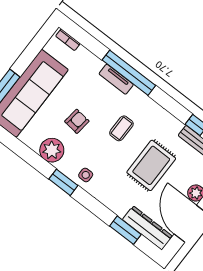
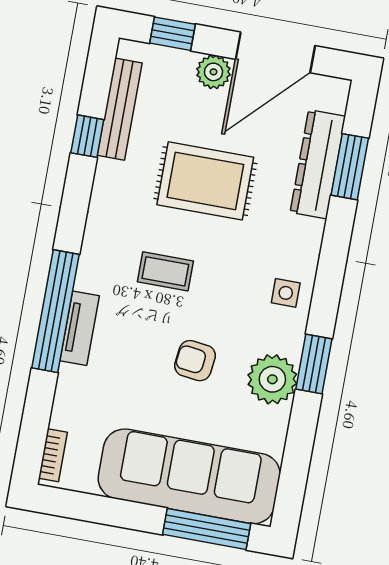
window: (63, 182) -> (314, 364), moved
dresser: (148, 228) -> (318, 164), moved

